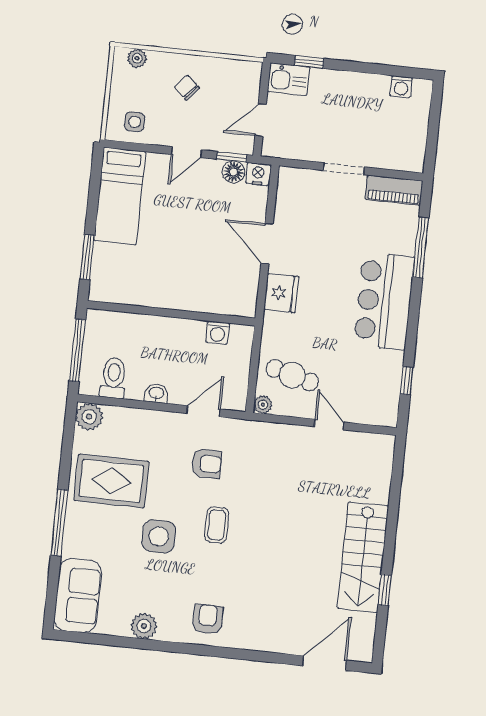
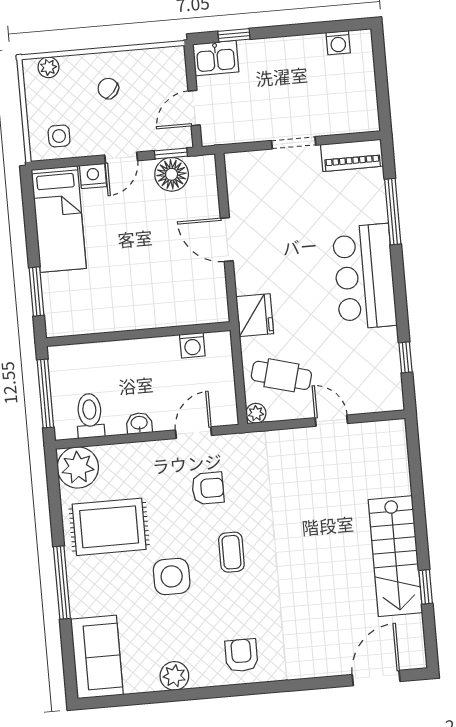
floor lamp: (233, 172) -> (172, 174), width x1.38, depth x1.38
nightstand: (258, 174) -> (93, 176), moved
fridge: (281, 293) -> (255, 315), moved
plant: (89, 417) -> (78, 467), width x1.36, depth x1.36

